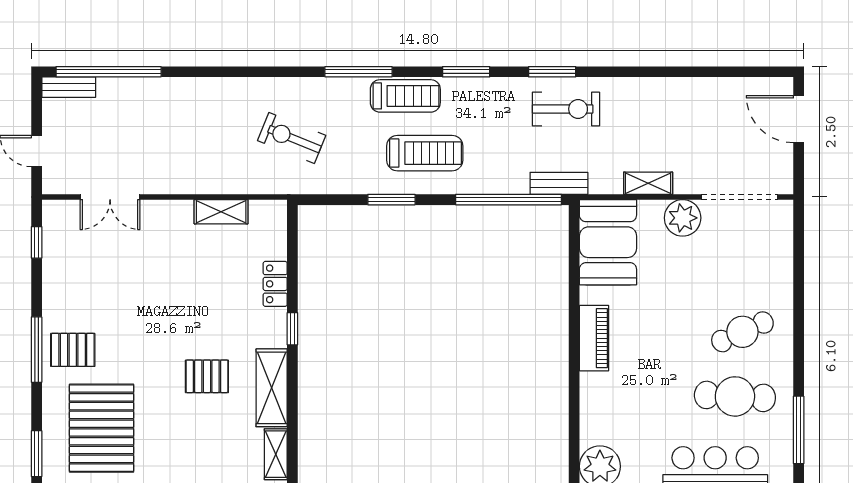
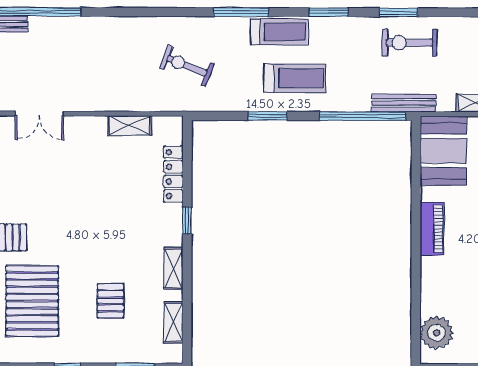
exercise bike: (566, 109) -> (409, 43), turned 180
bench: (559, 183) -> (404, 103), width x1.36
locker: (275, 284) -> (173, 174), width x1.53
pallet: (207, 376) -> (111, 301), moved, turned 90
shelving: (272, 388) -> (173, 269), width x0.67, depth x0.75

